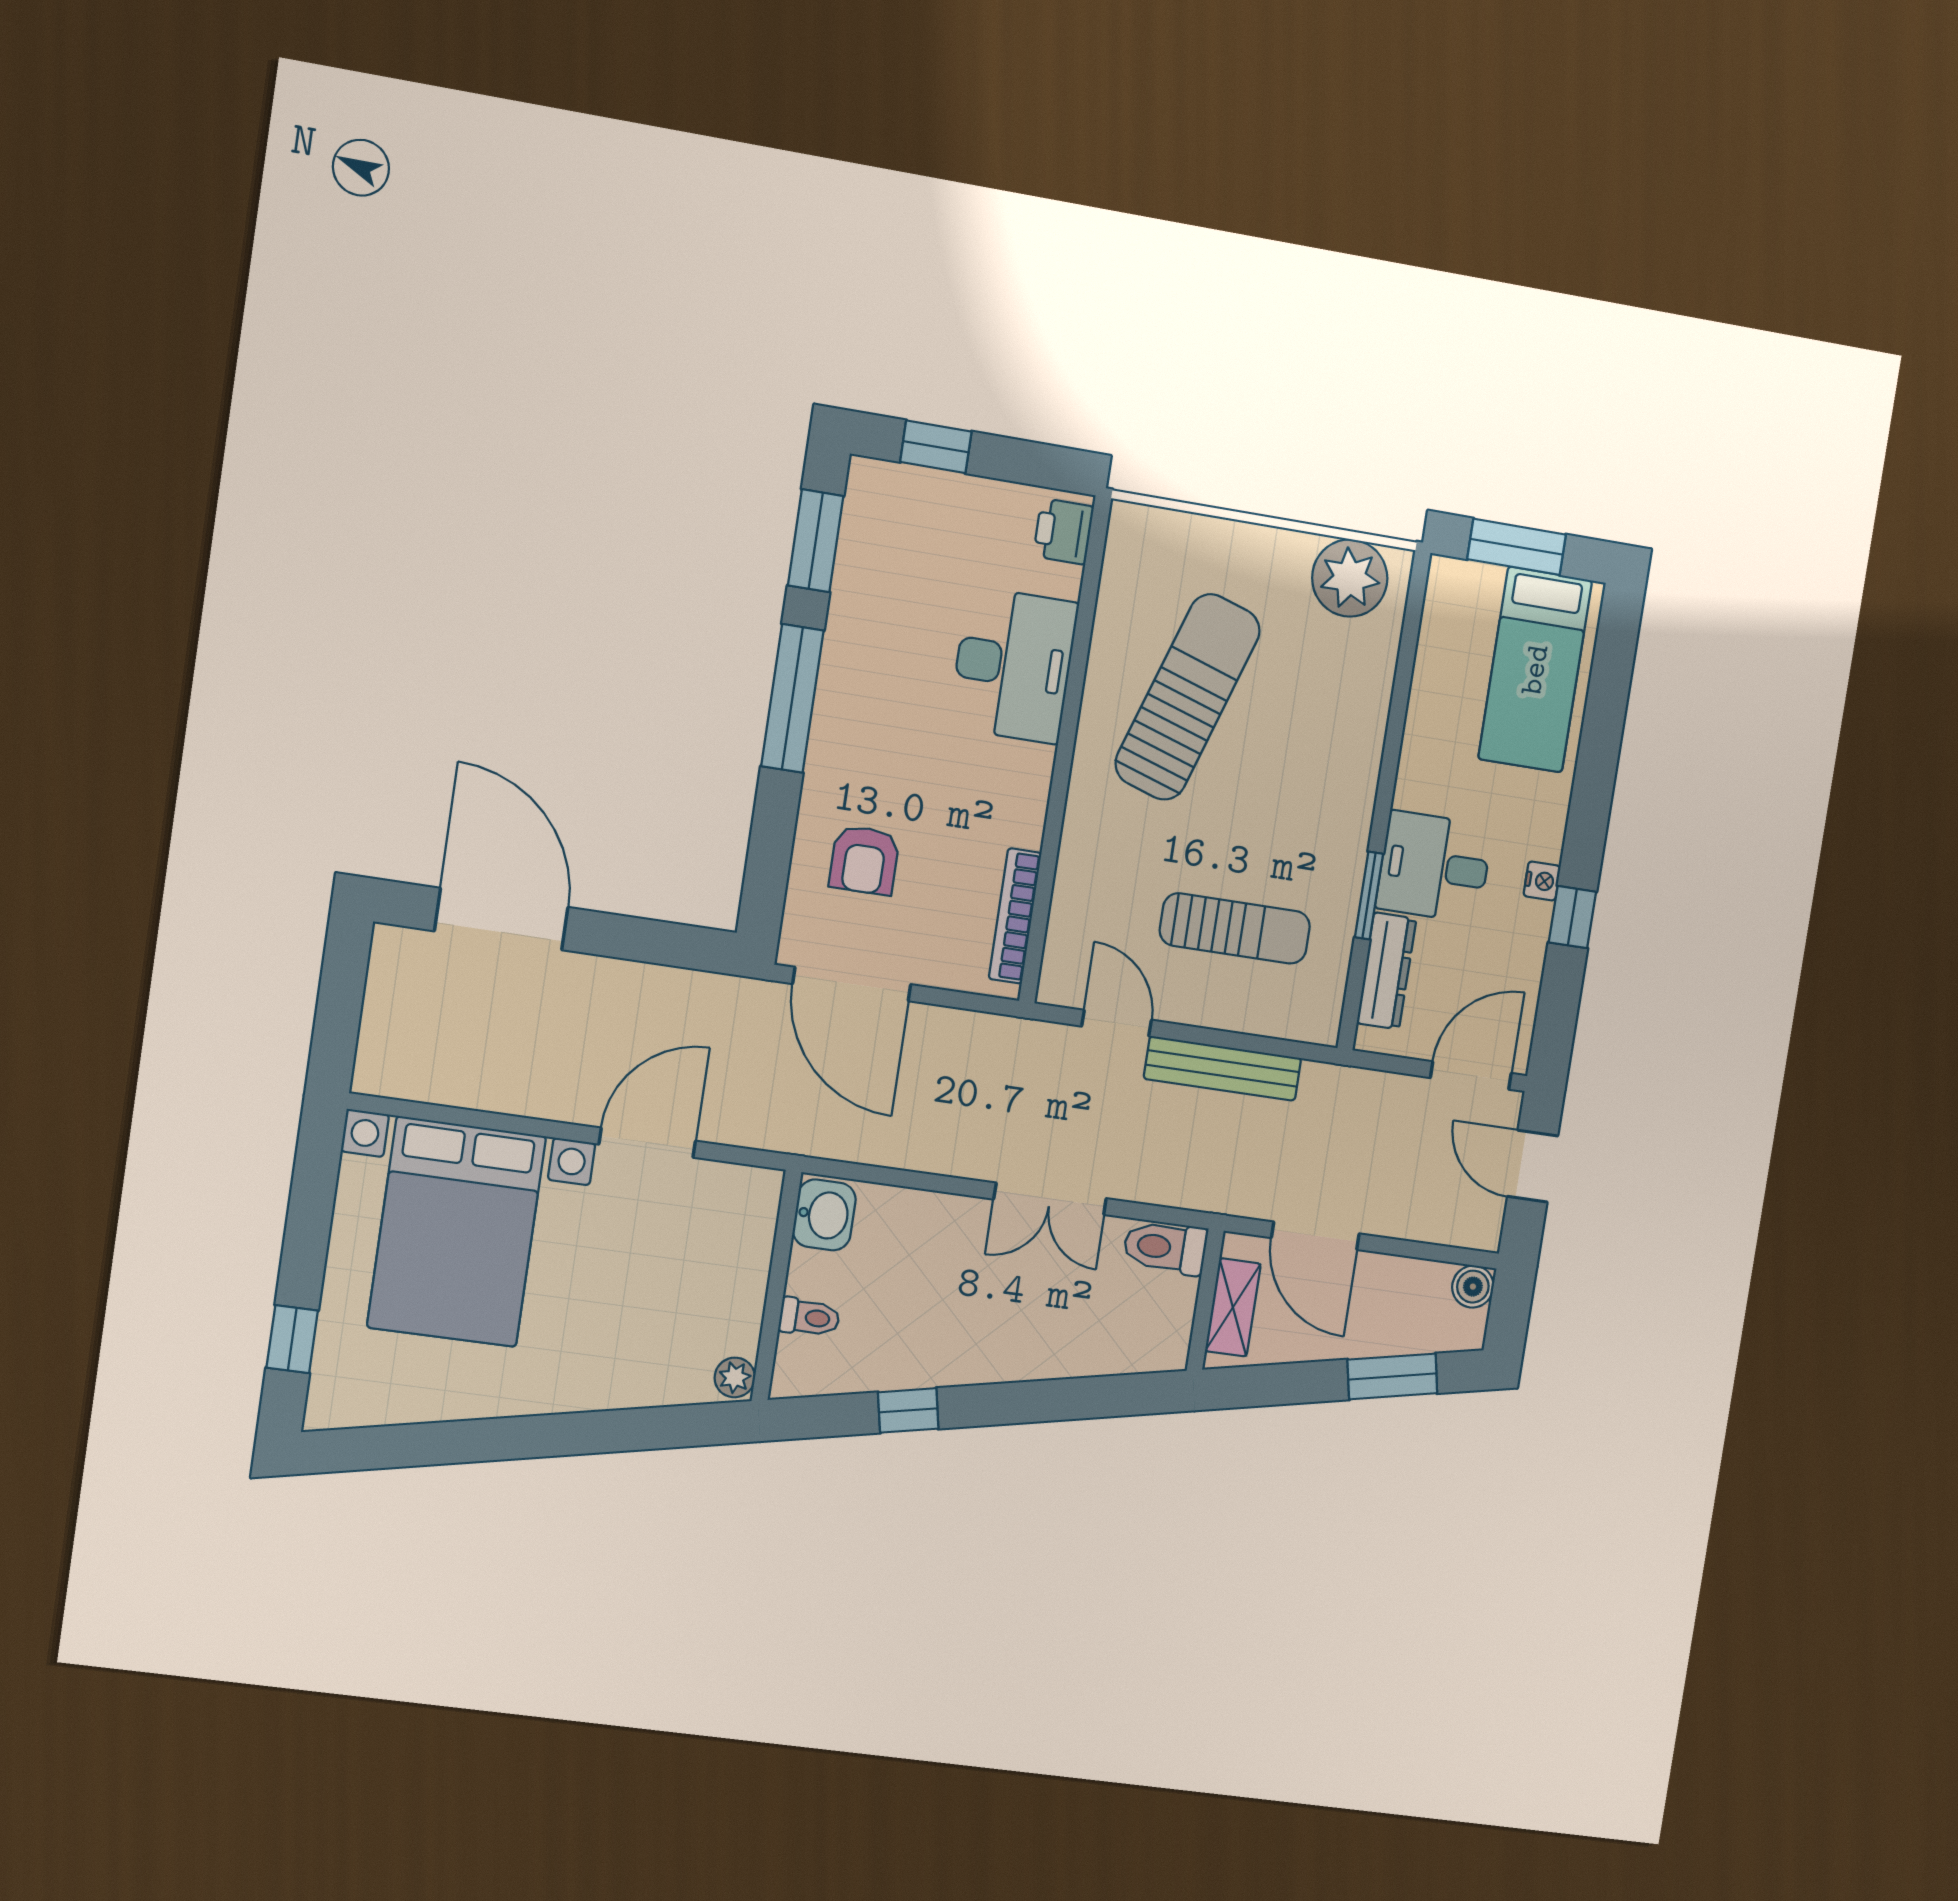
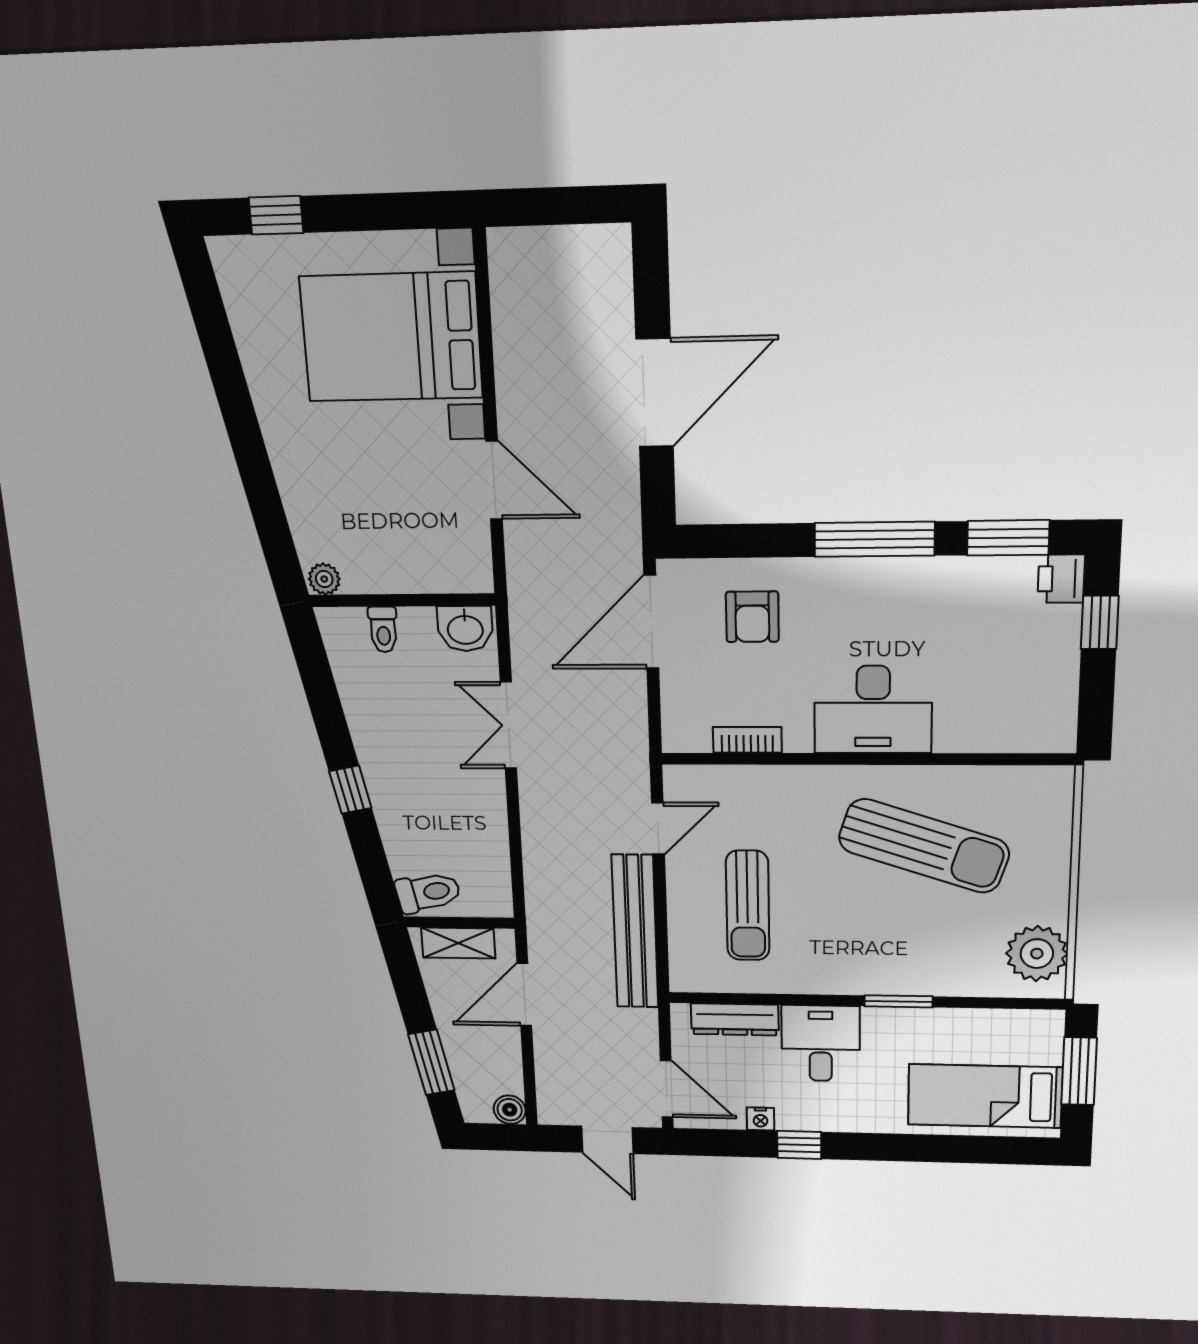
printer: (1063, 531) -> (1061, 579), moved, turned -90
desk: (1013, 665) -> (873, 710), moved
armchair: (864, 860) -> (752, 617), turned -90
nightstand: (1542, 881) -> (760, 1119), moved
window: (1369, 895) -> (899, 1001), moved
bookcase: (1015, 916) -> (747, 740), width x0.64
door: (501, 919) -> (655, 393), moved
bench: (1223, 1068) -> (635, 932), width x1.37, depth x1.21
door: (1533, 1166) -> (607, 1140), swing flipped
double door: (1050, 1199) -> (508, 725), moved
toilet: (1165, 1247) -> (428, 892), moved, turned 79
window: (908, 1410) -> (350, 790), moved

